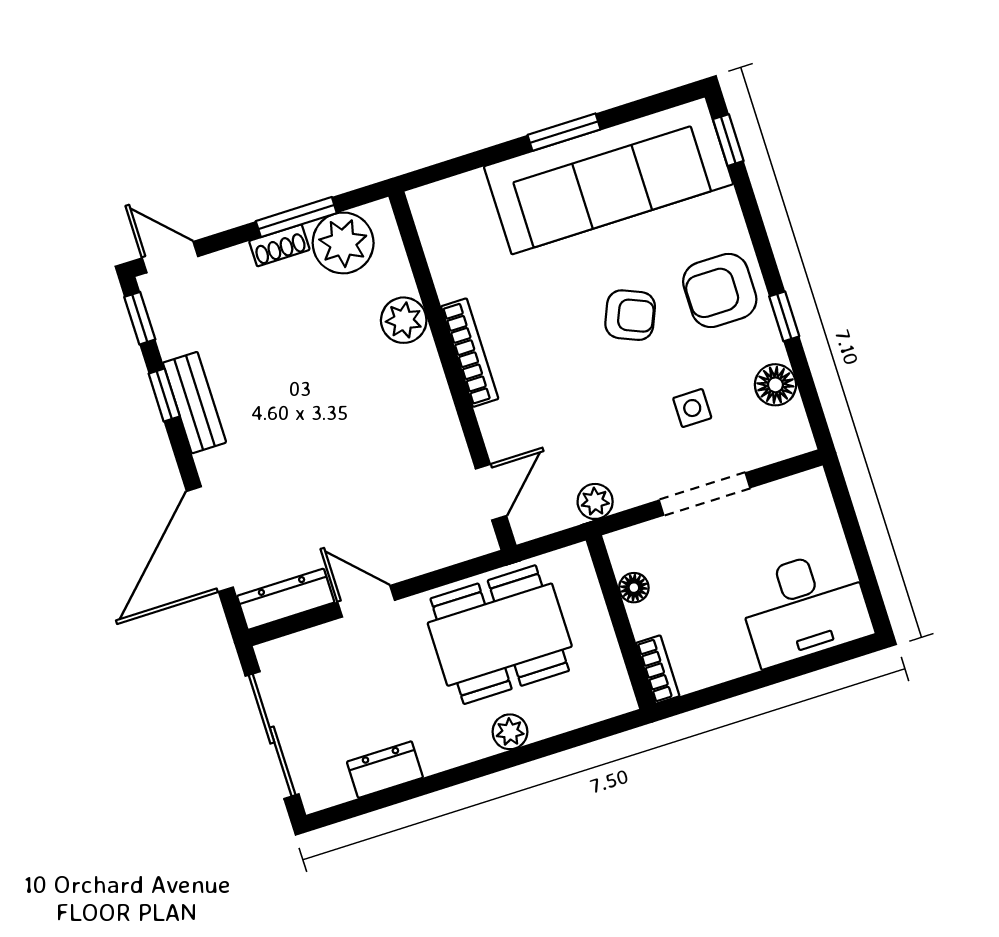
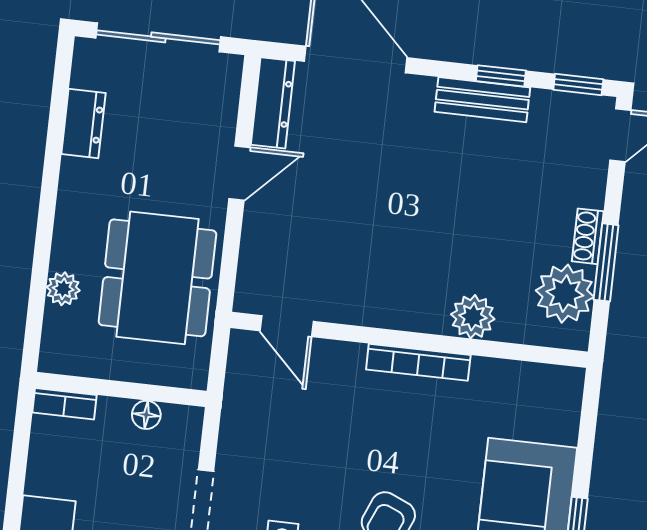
plant: (595, 501) -> (238, 414), removed
plant: (510, 732) -> (63, 289), moved

